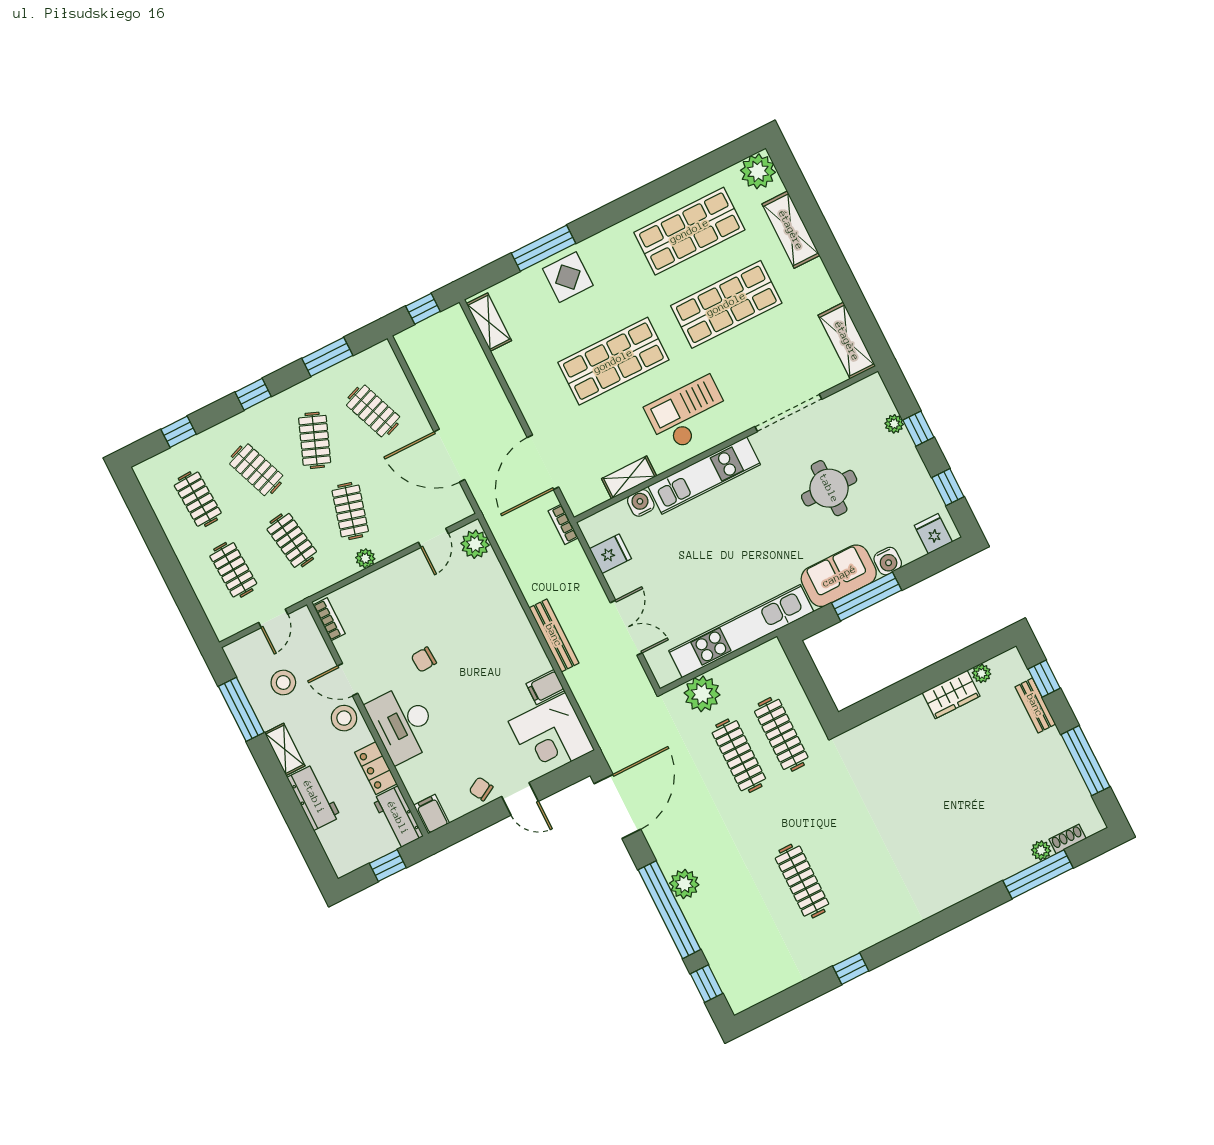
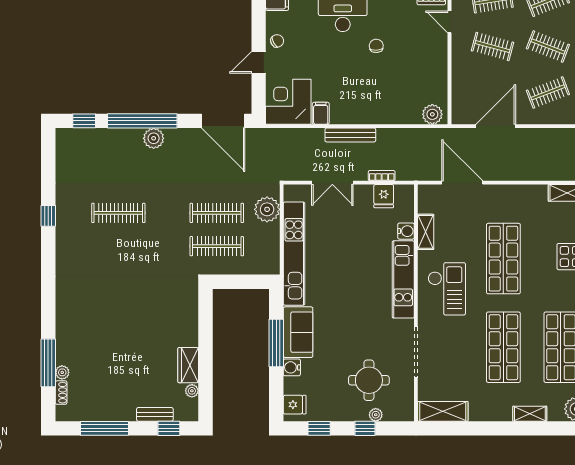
shelving: (791, 230) -> (530, 414), width x0.67, depth x0.75
round table: (829, 488) -> (369, 380), moved
bookcase: (563, 524) -> (382, 176), moved
door: (433, 538) -> (449, 22), moved
plant: (365, 558) -> (458, 41), removed

